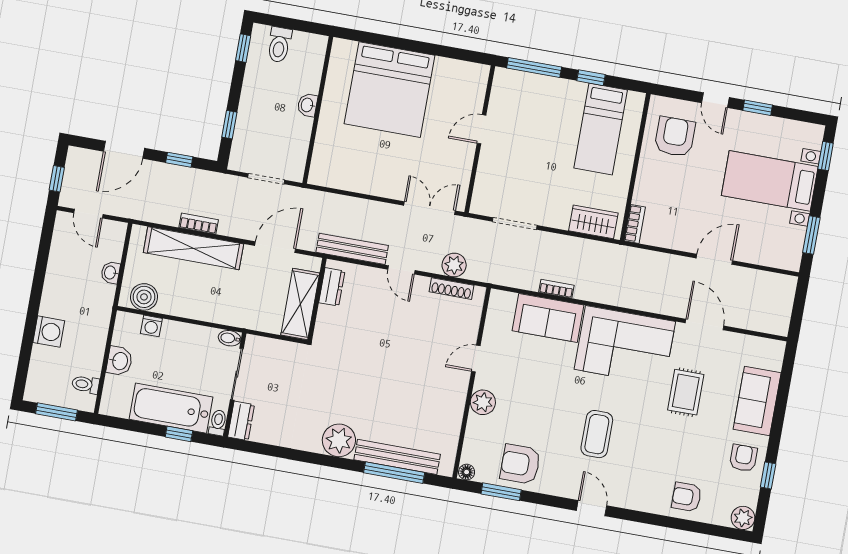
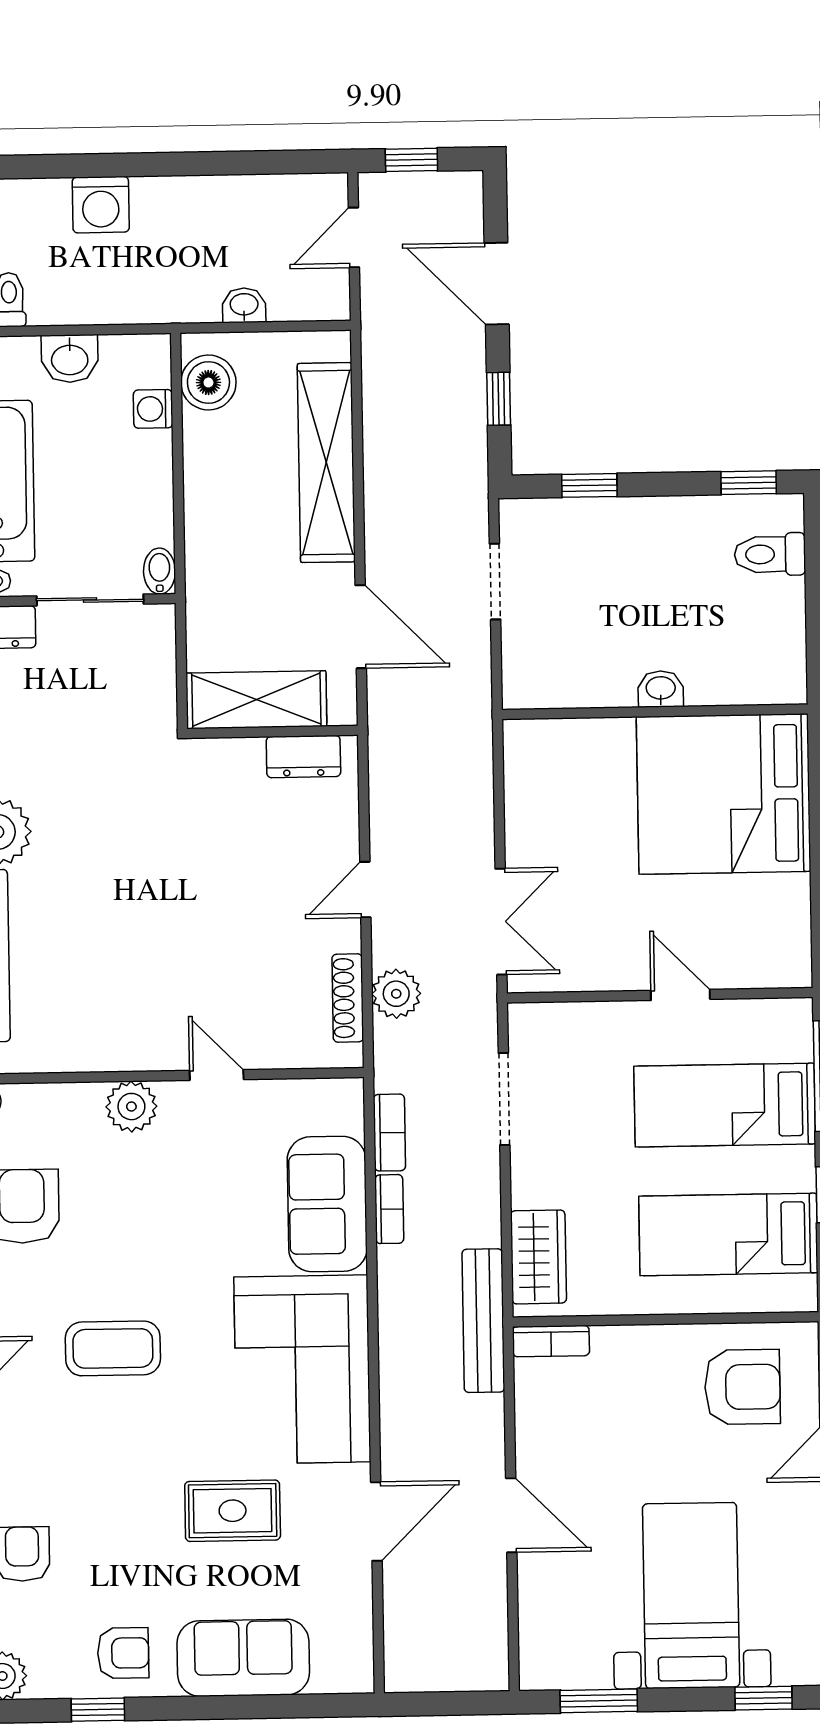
washbasin: (307, 105) -> (661, 689), moved
wall: (318, 110) -> (655, 712), moved
bed: (538, 118) -> (725, 1105), added
bookcase: (199, 224) -> (389, 1133), moved
bench: (352, 249) -> (483, 1321), moved

